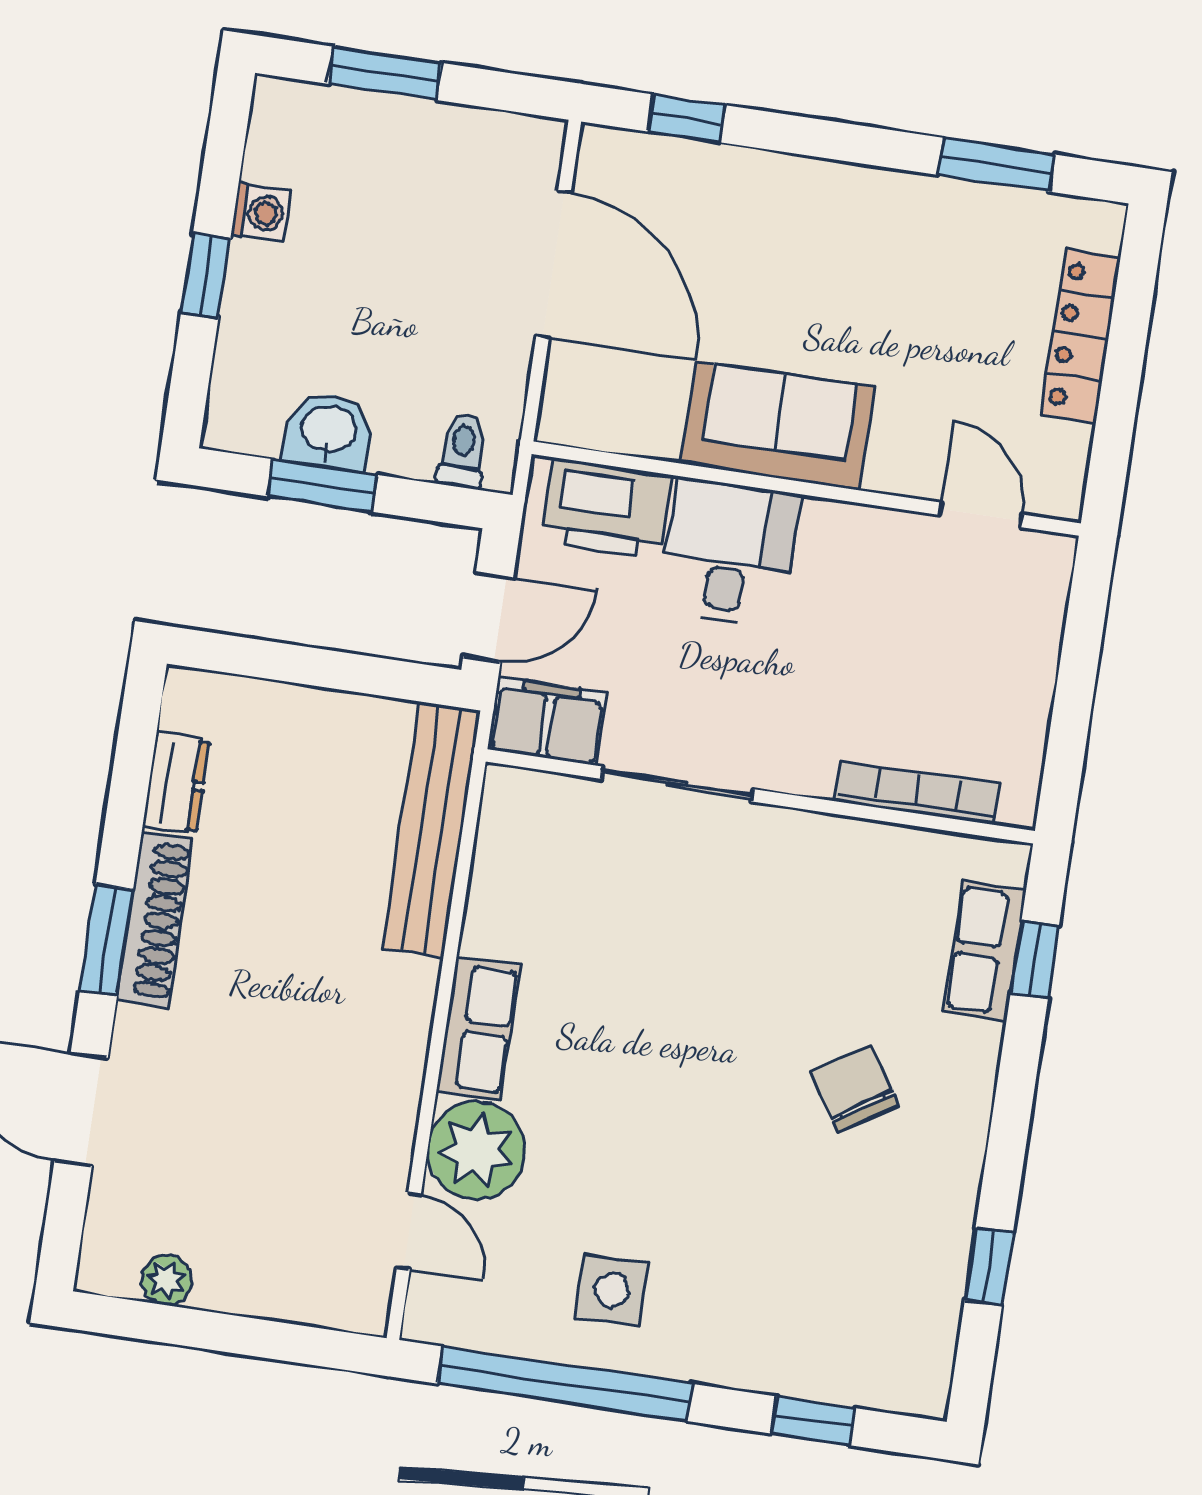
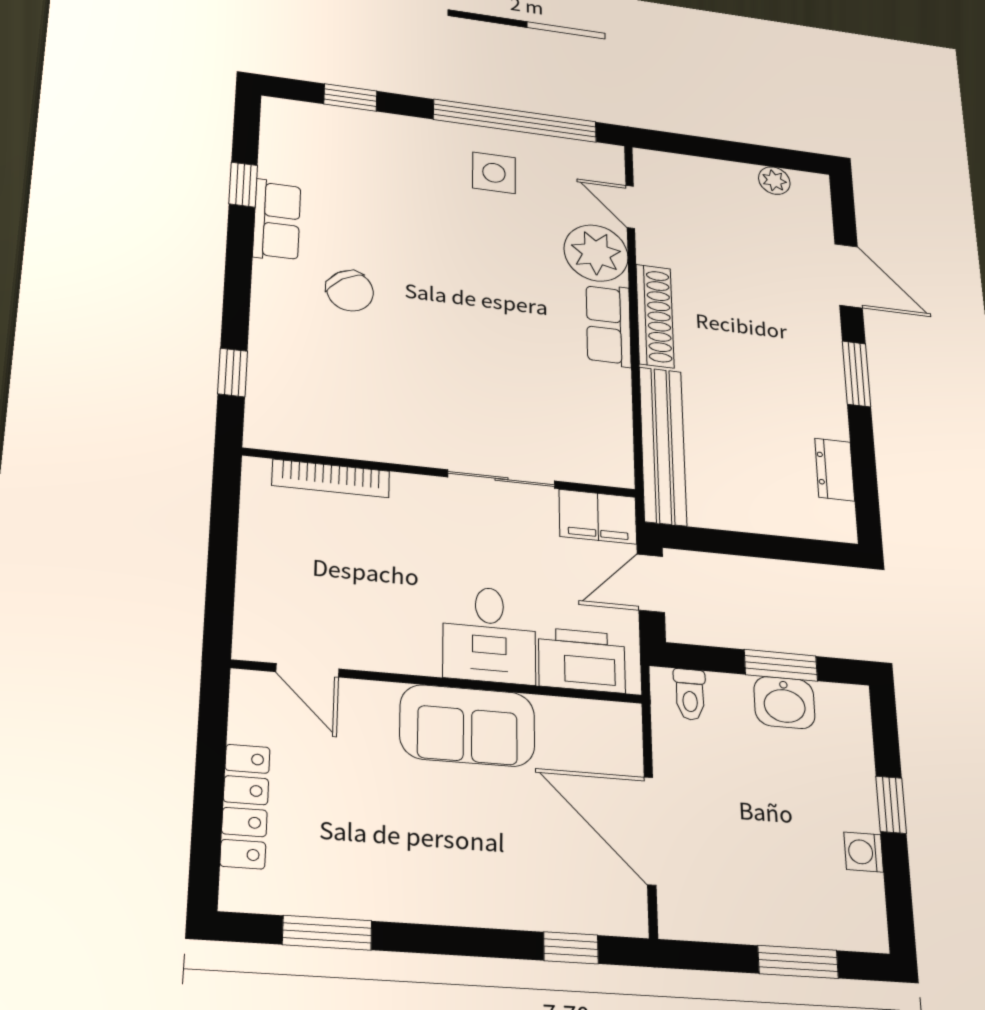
shoe rack: (155, 920) -> (655, 316), moved, turned 180
row of seats: (985, 951) -> (277, 220), moved

